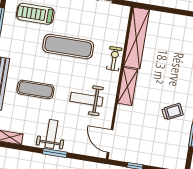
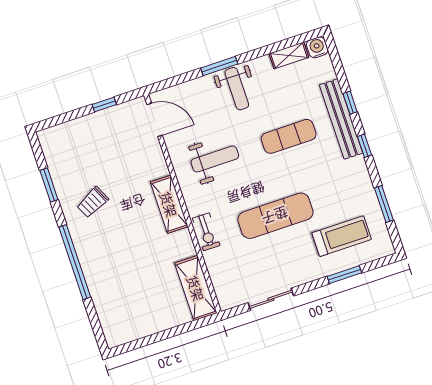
shelving: (136, 38) -> (196, 288), width x0.68

